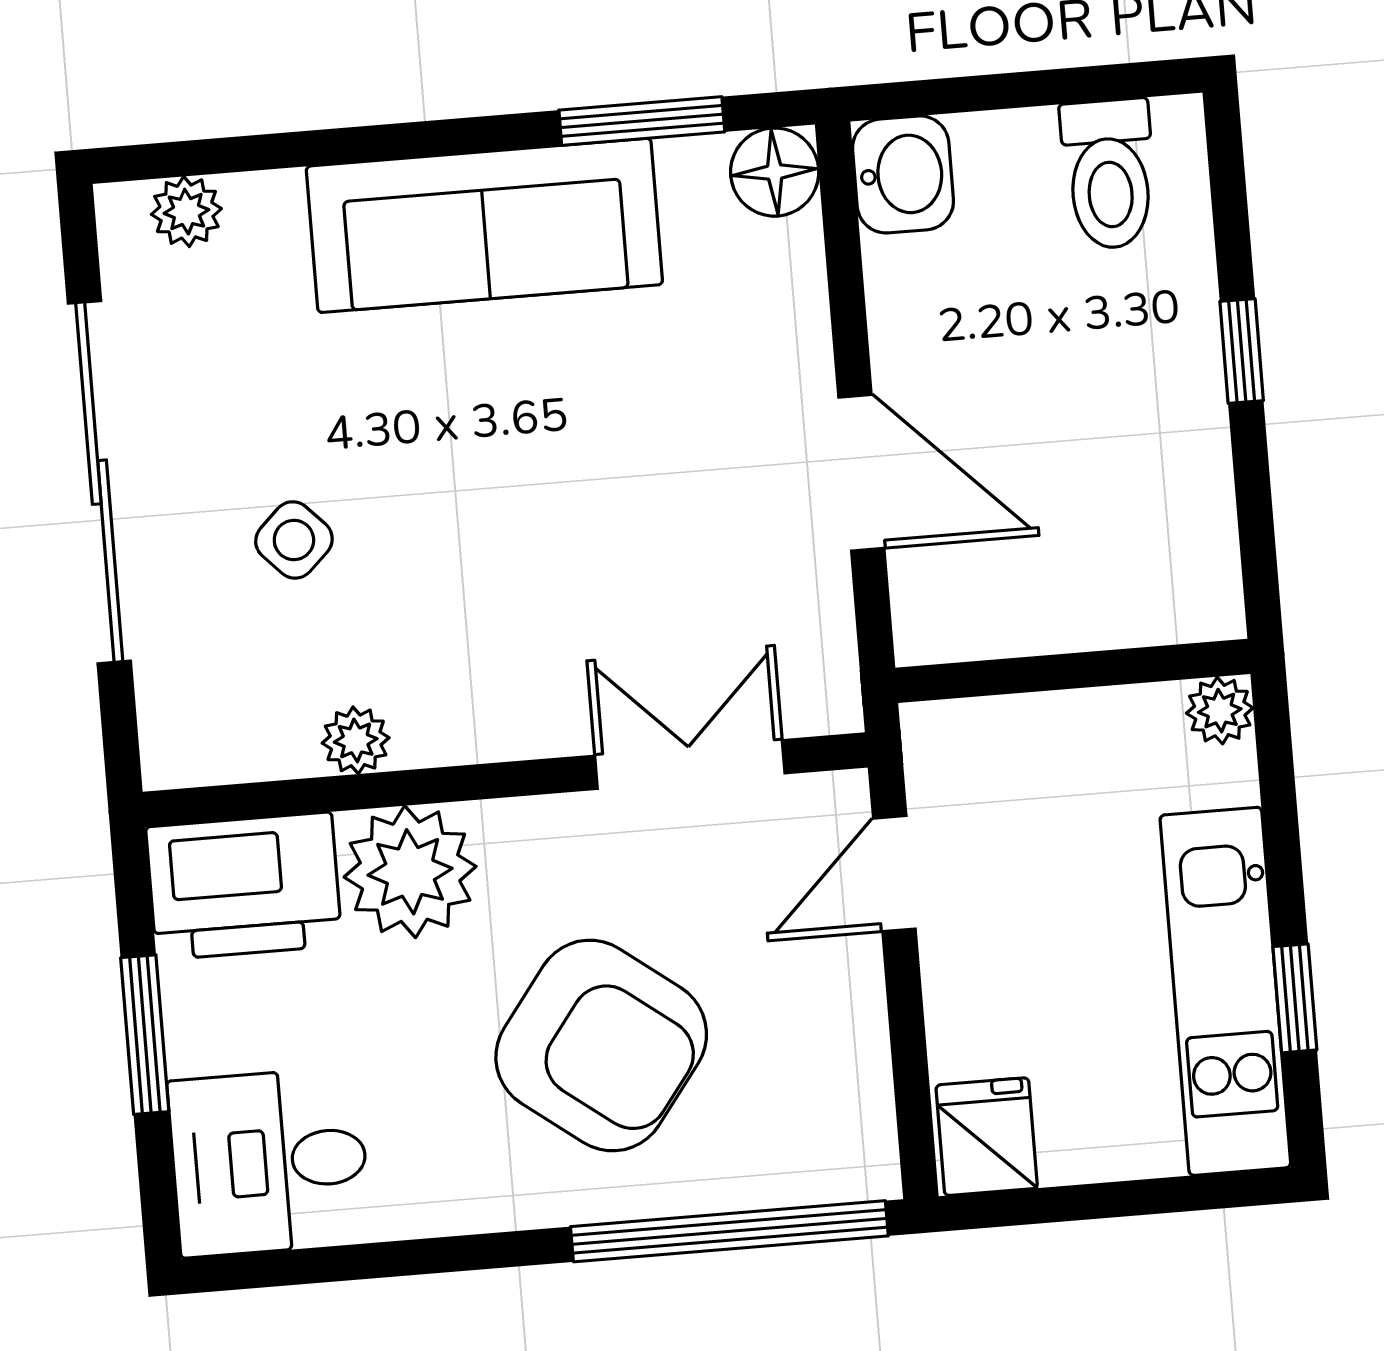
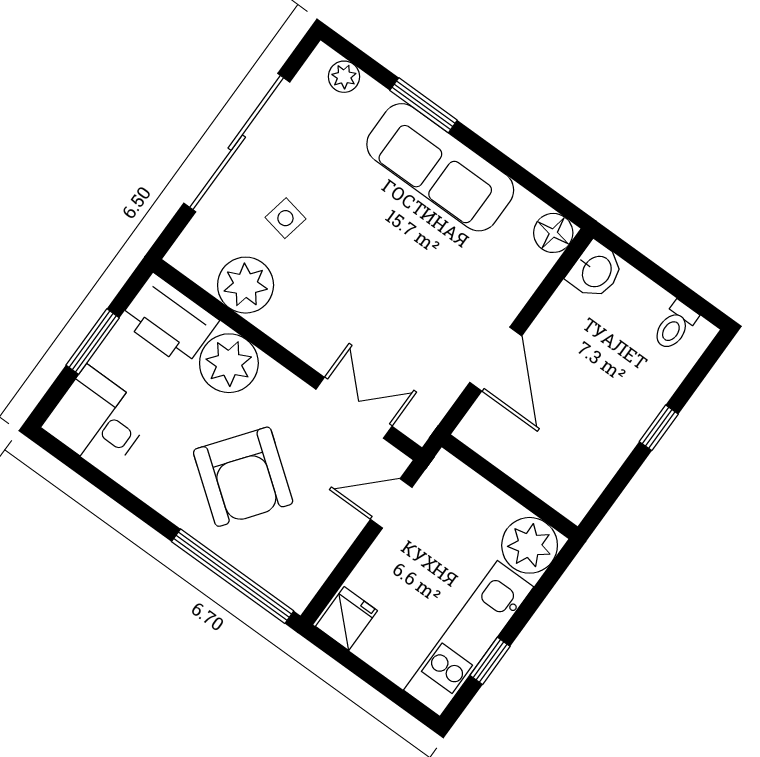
window: (642, 121) -> (424, 105), moved
toilet: (1109, 174) -> (675, 326), width x0.73, depth x0.72
side table: (294, 540) -> (285, 218), turned -35
plant: (1220, 711) -> (530, 545), width x1.87, depth x1.87
plant: (356, 740) -> (246, 285), width x1.88, depth x1.88

